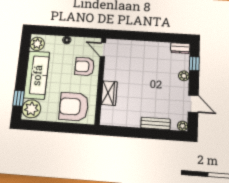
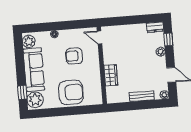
door: (103, 50) -> (99, 37), moved
wall: (101, 80) -> (102, 65), moved
wardrobe: (109, 93) -> (111, 75), moved
armchair: (74, 107) -> (71, 92), turned 180

